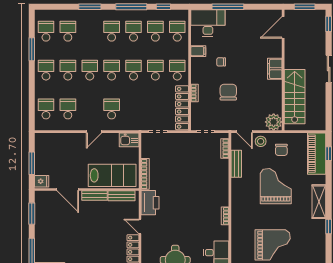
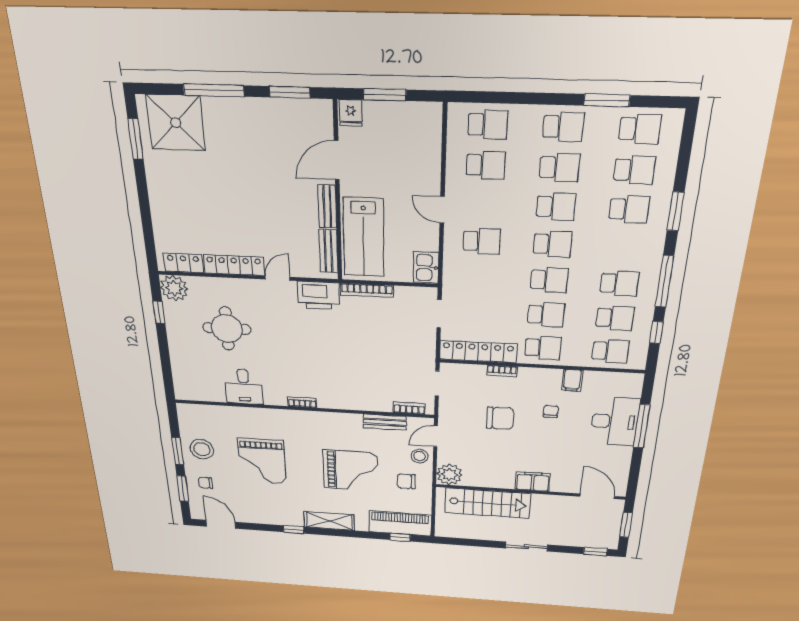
desk: (208, 23) -> (615, 421), moved
school desk: (112, 31) -> (629, 209), moved

